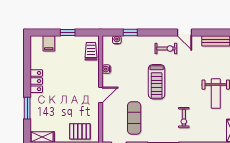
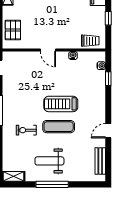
exercise bike: (166, 48) -> (93, 113), removed
exercise mat: (134, 118) -> (59, 127), moved

